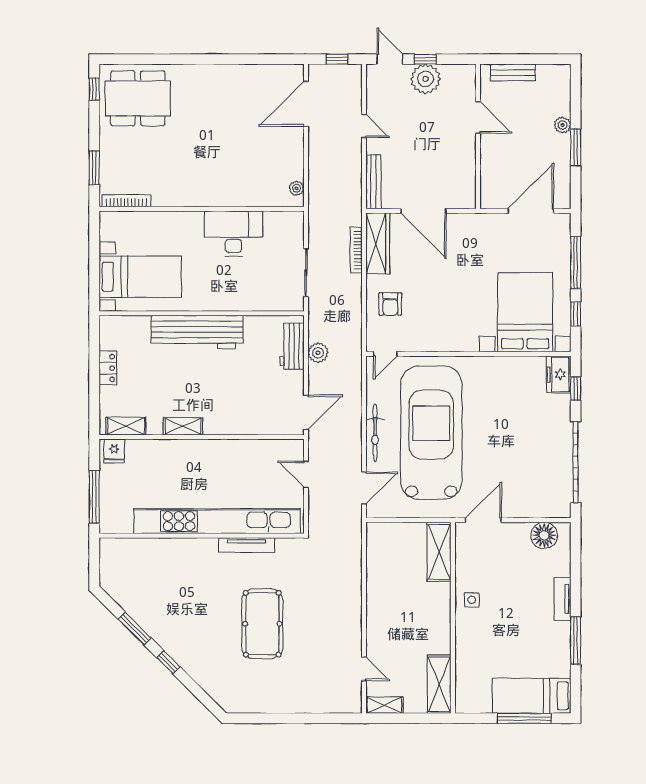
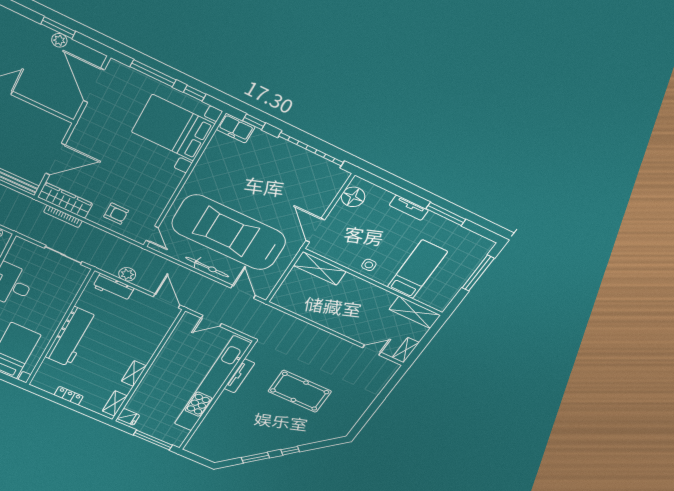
plant: (563, 125) -> (59, 40), moved
bed: (532, 696) -> (417, 269), moved, turned 180

